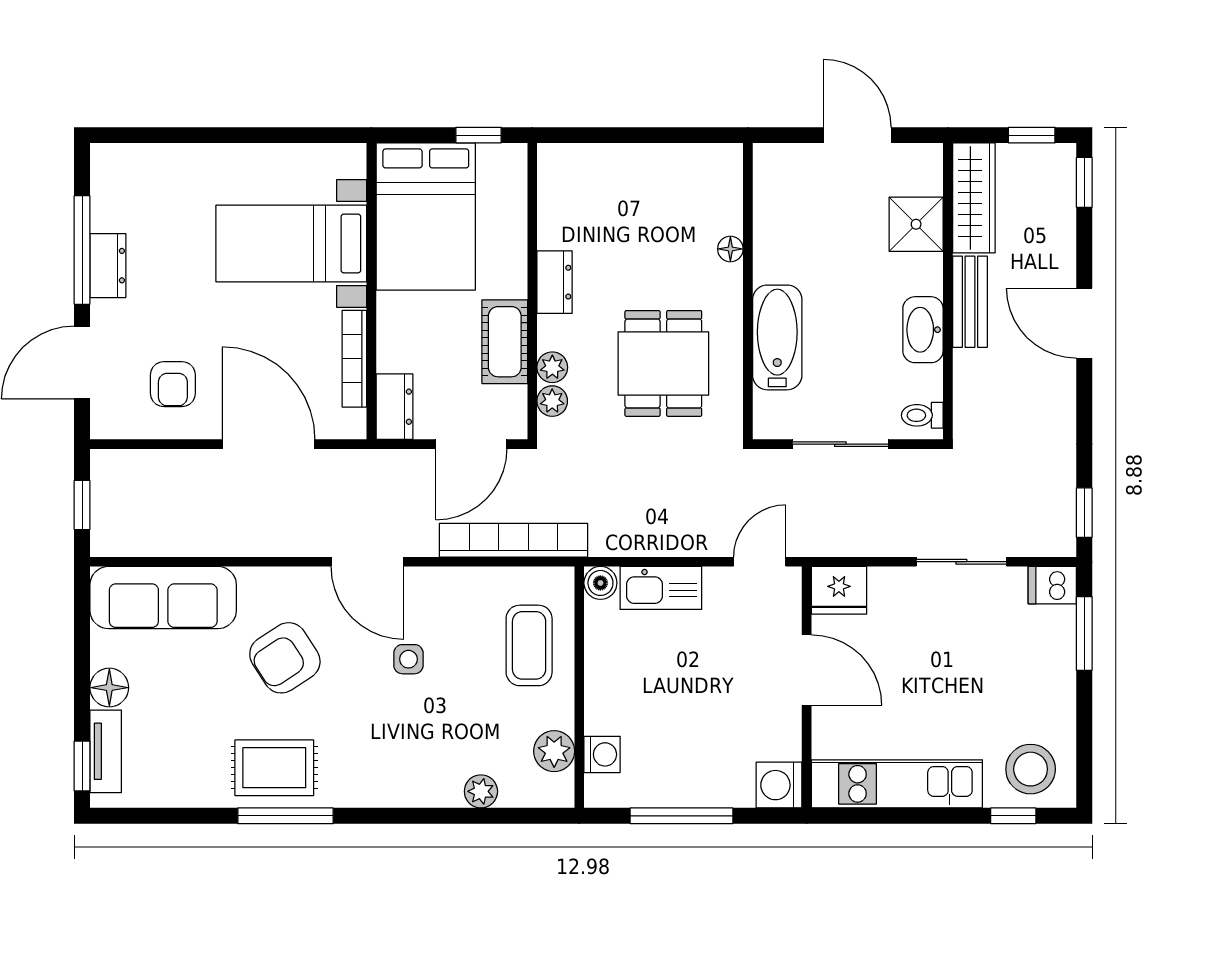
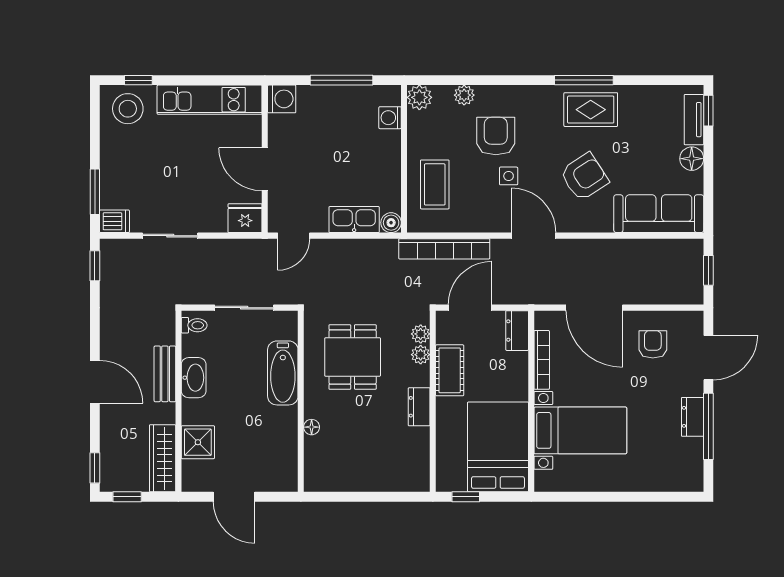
bench: (970, 302) -> (165, 374), moved
armchair: (429, 724) -> (496, 136), added
plant: (554, 751) -> (419, 97), moved

